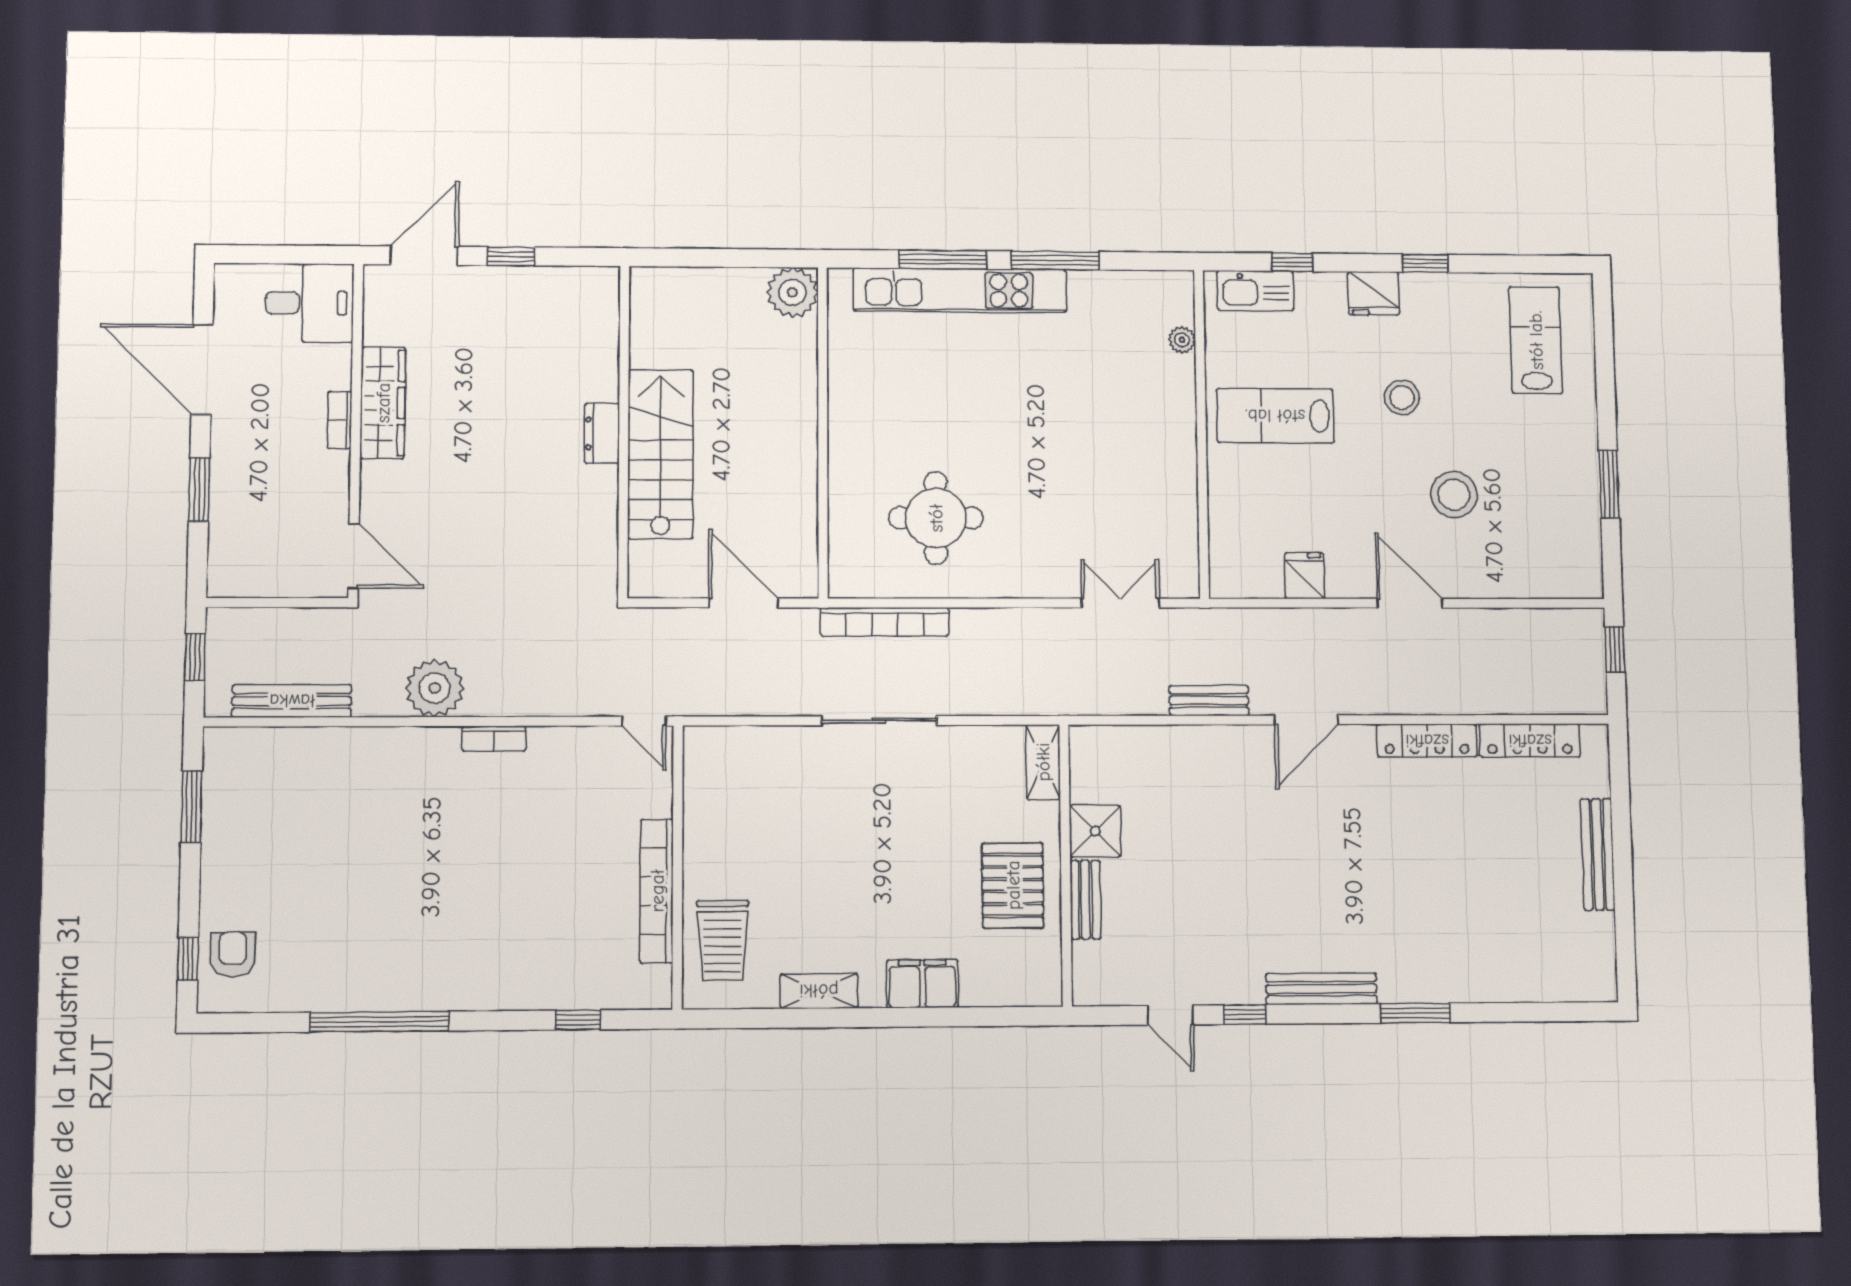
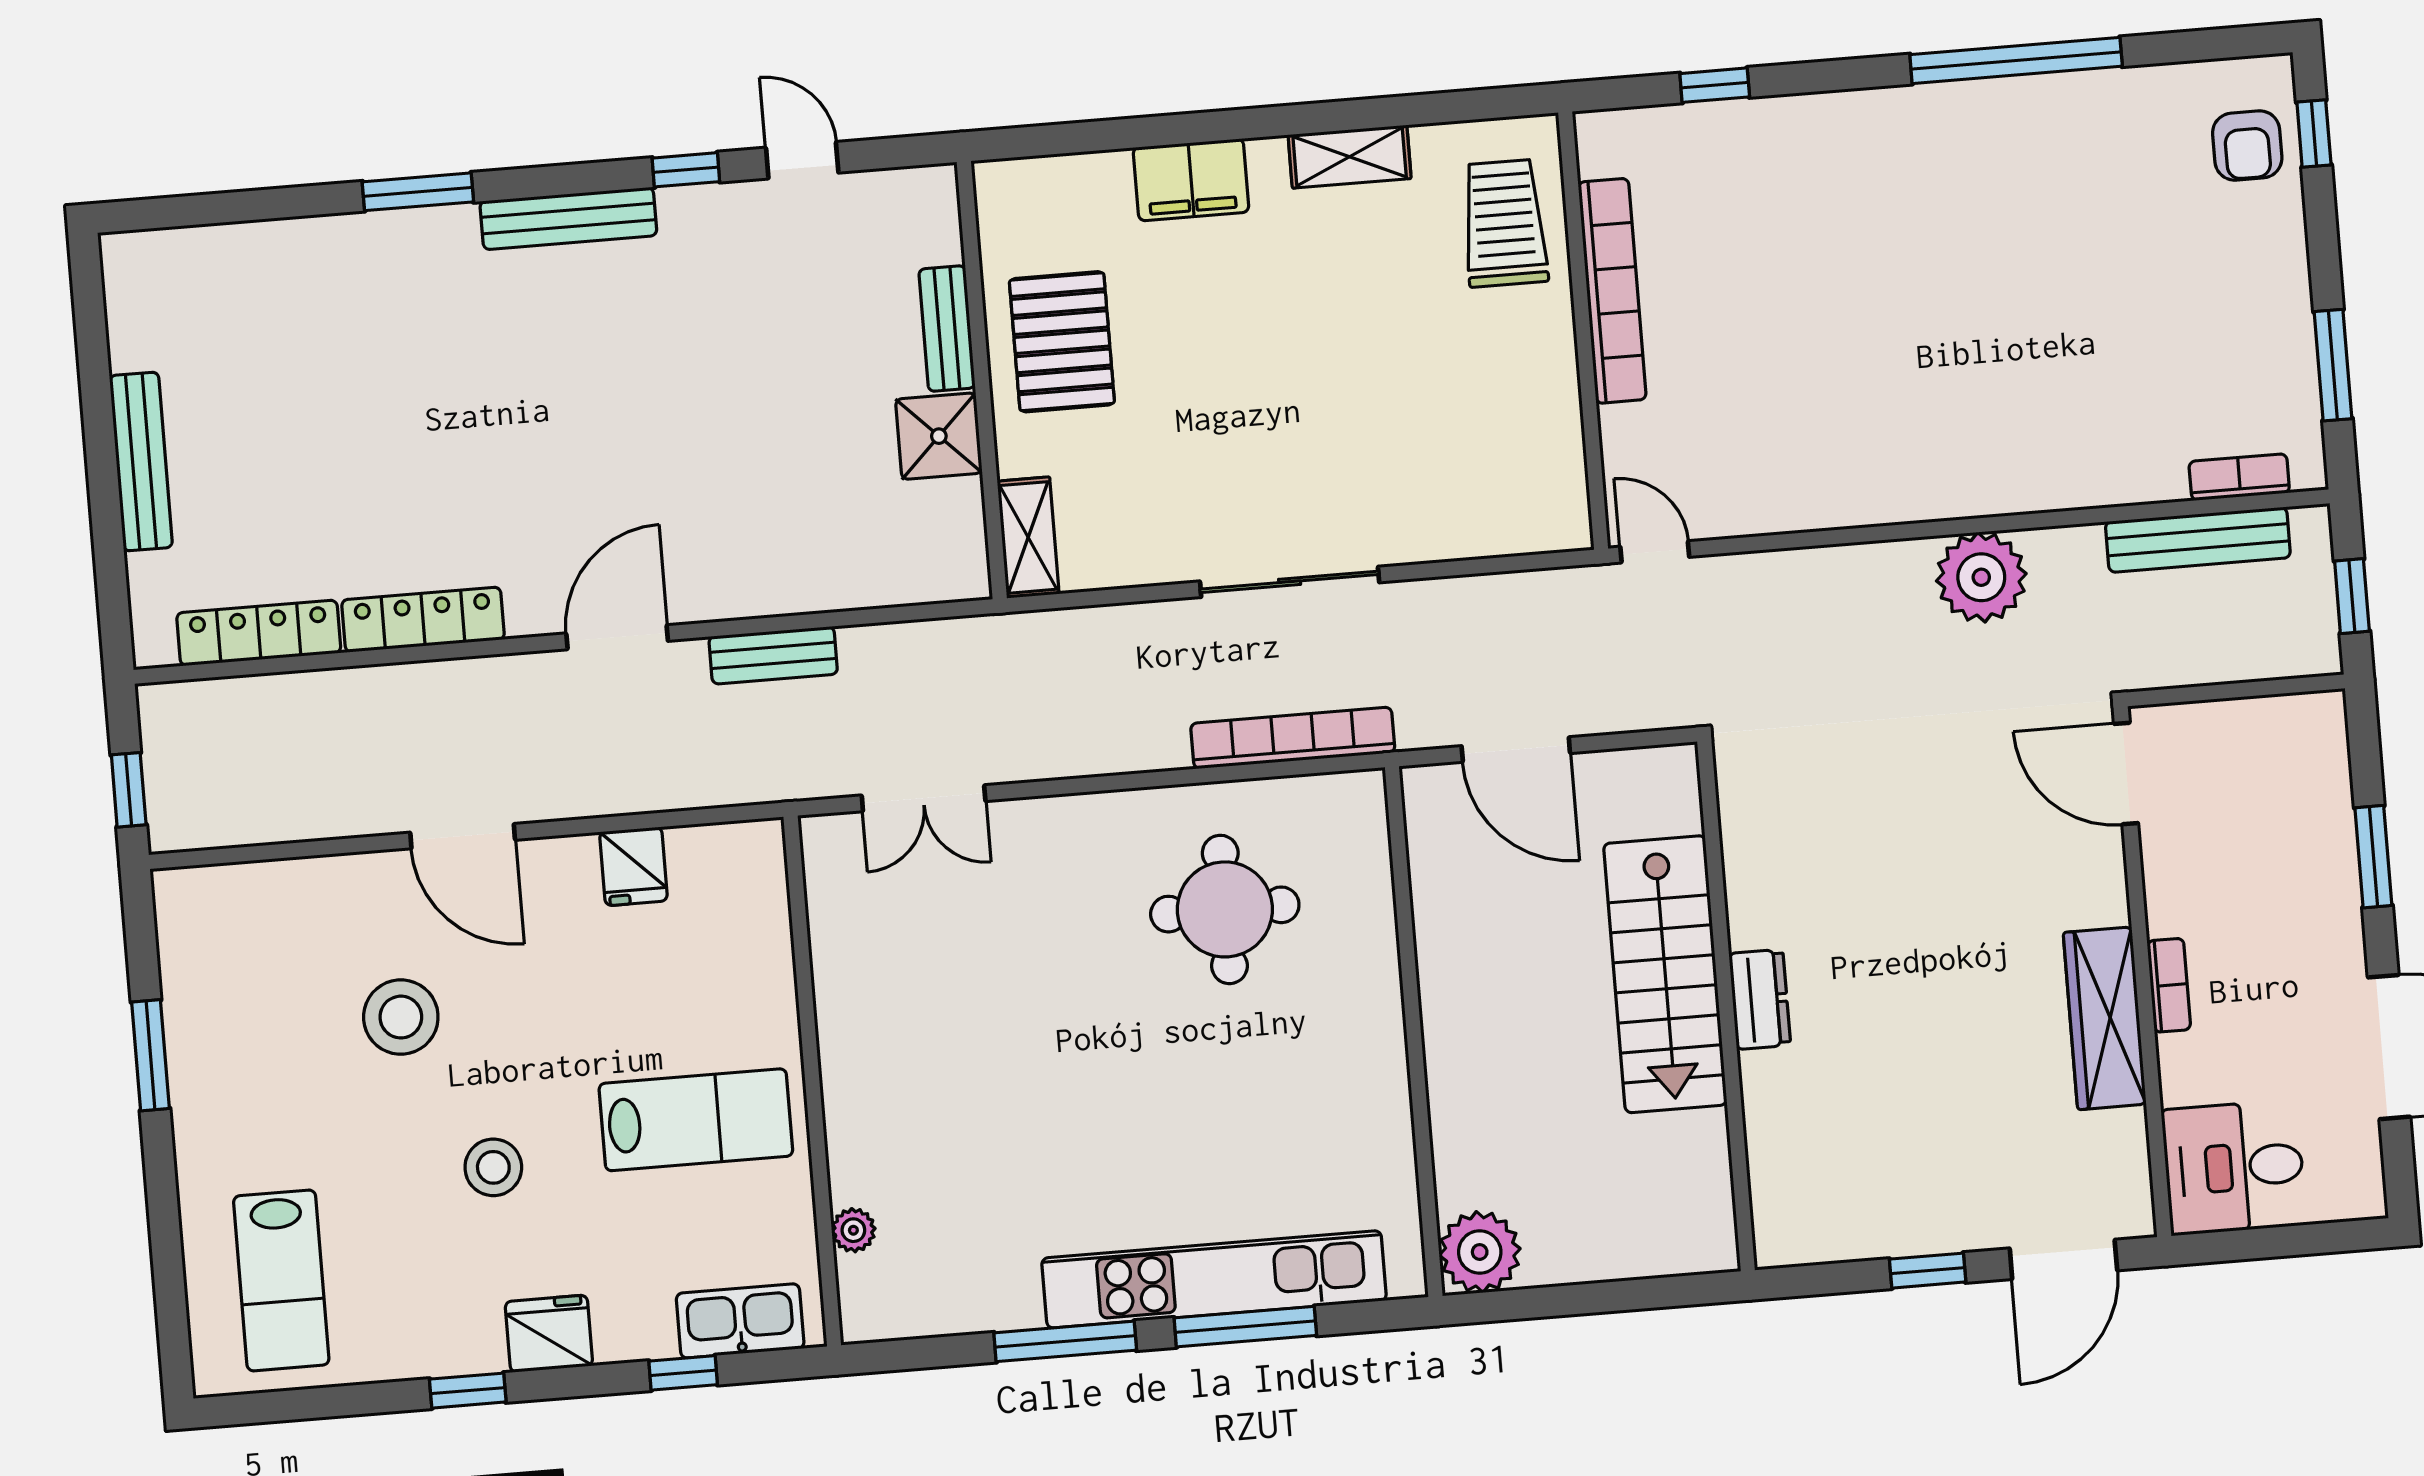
bookcase: (494, 739) -> (2239, 477), moved

